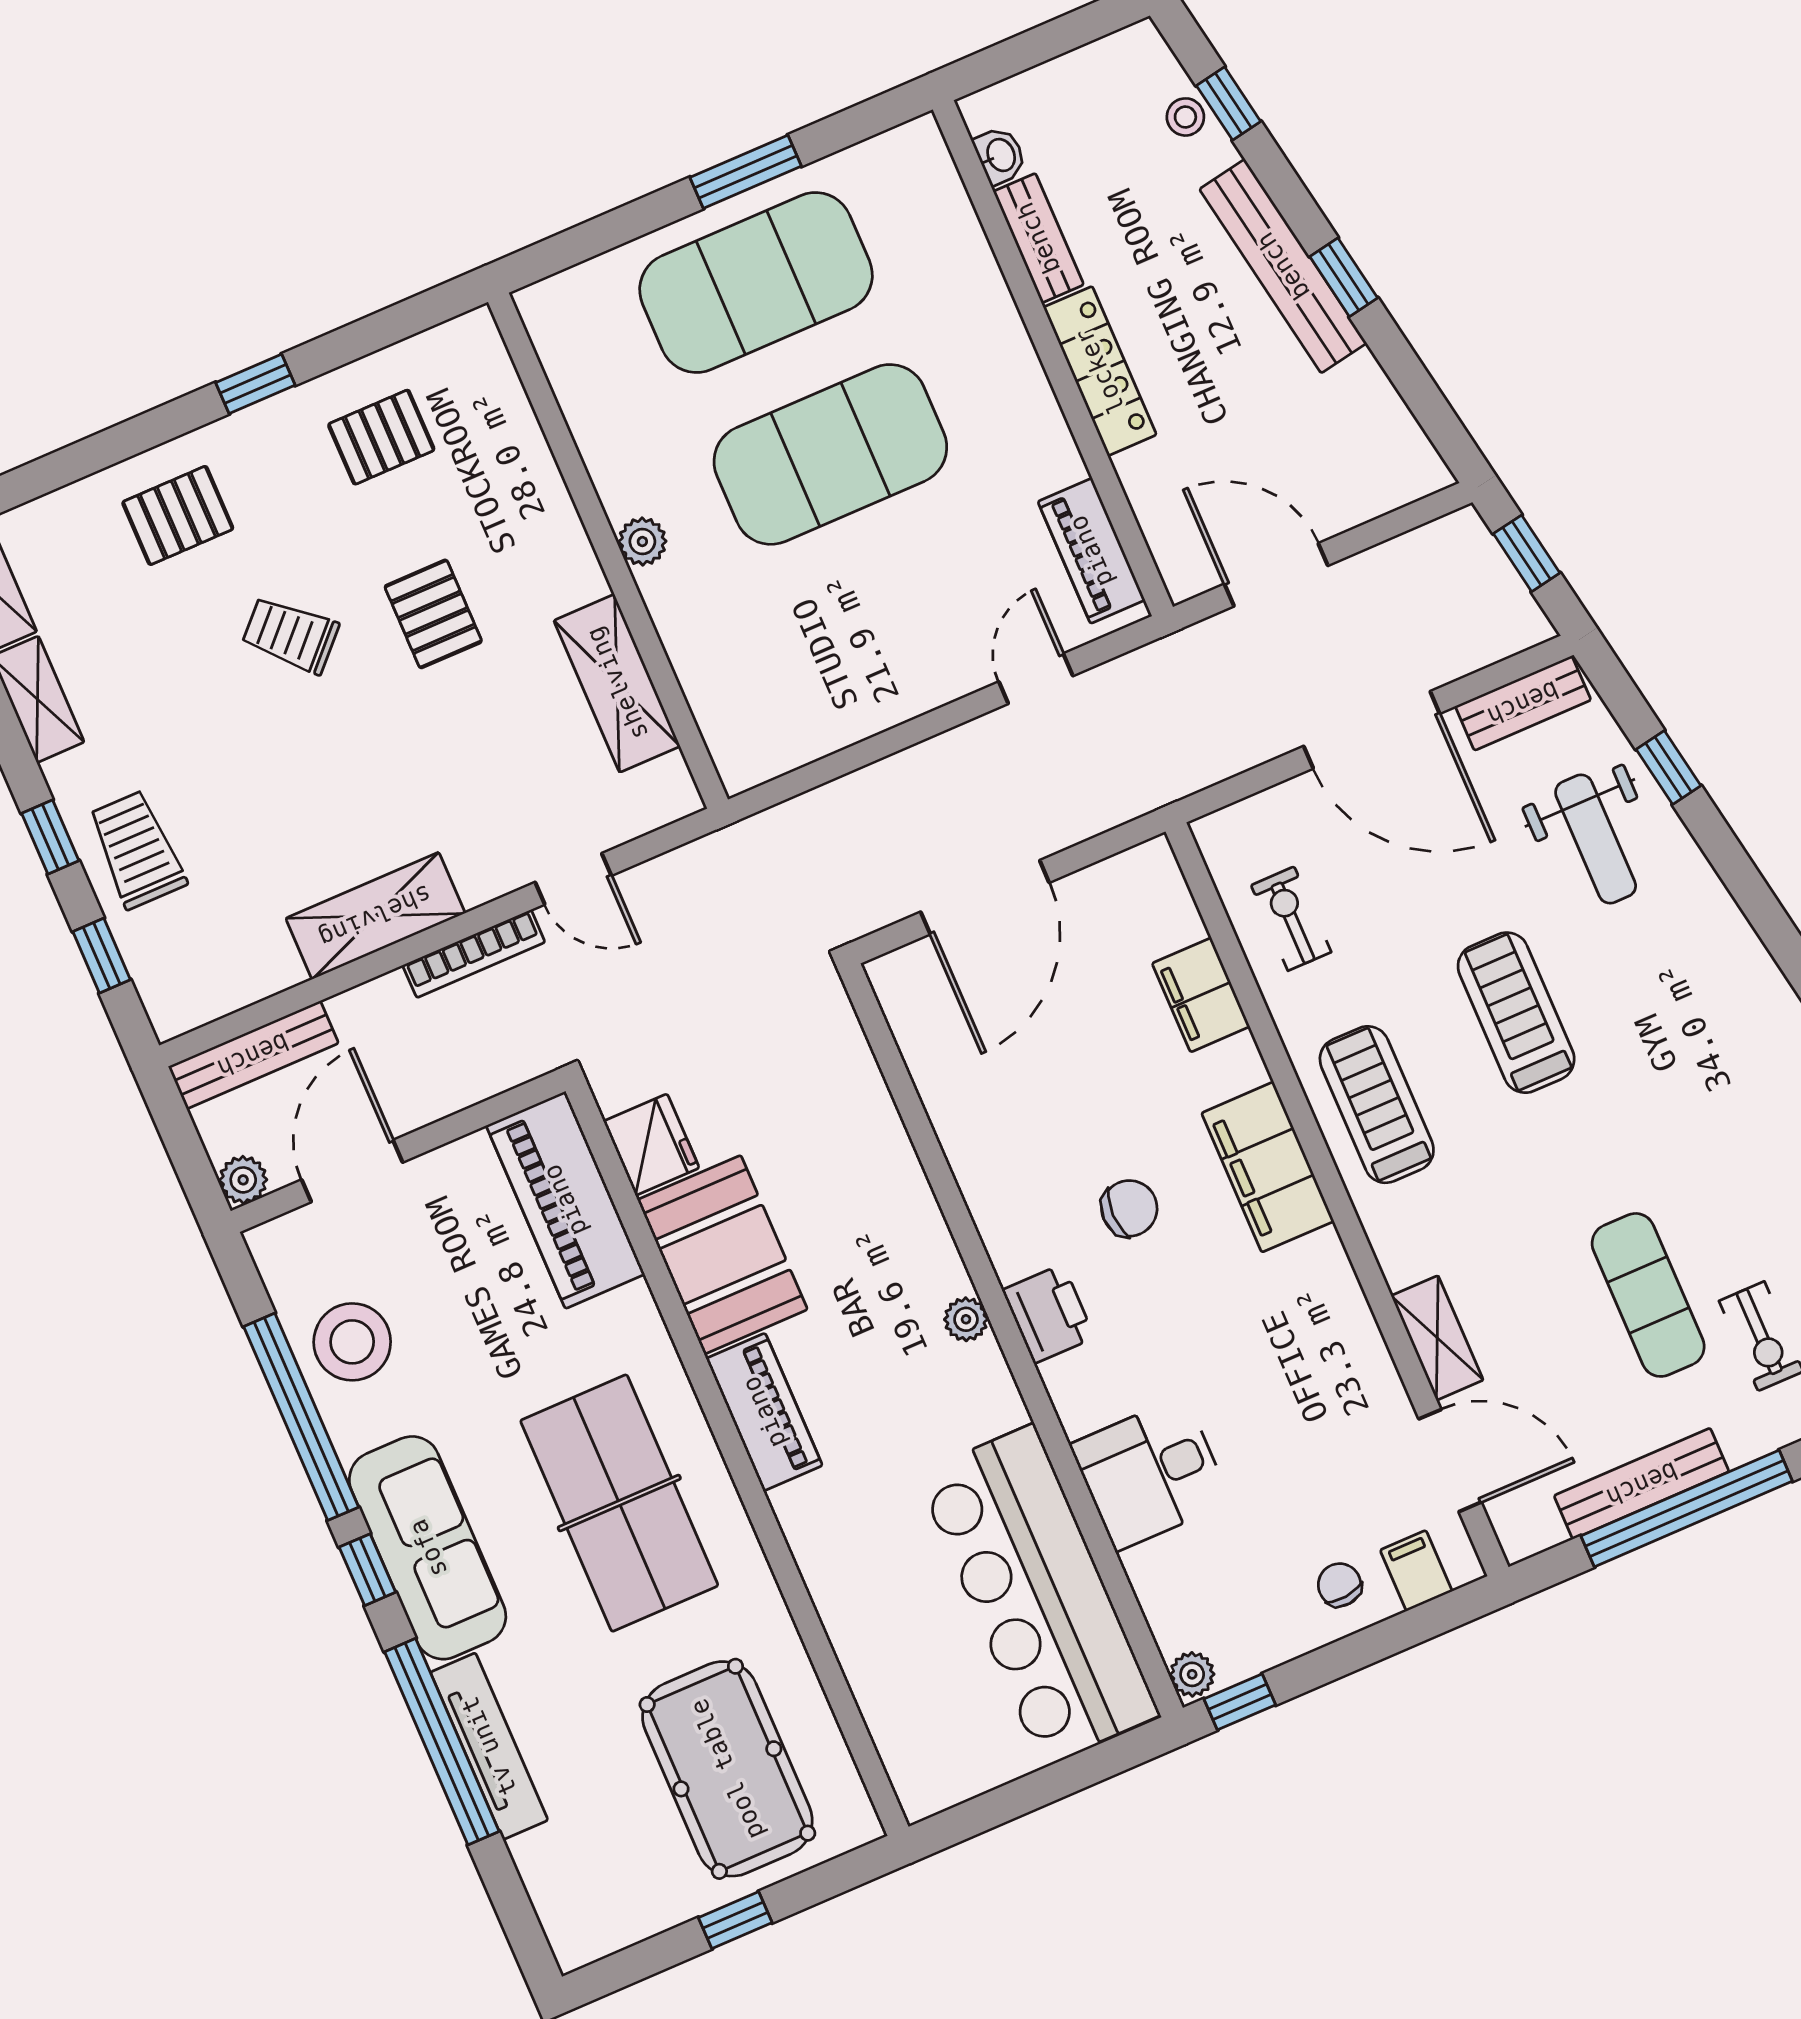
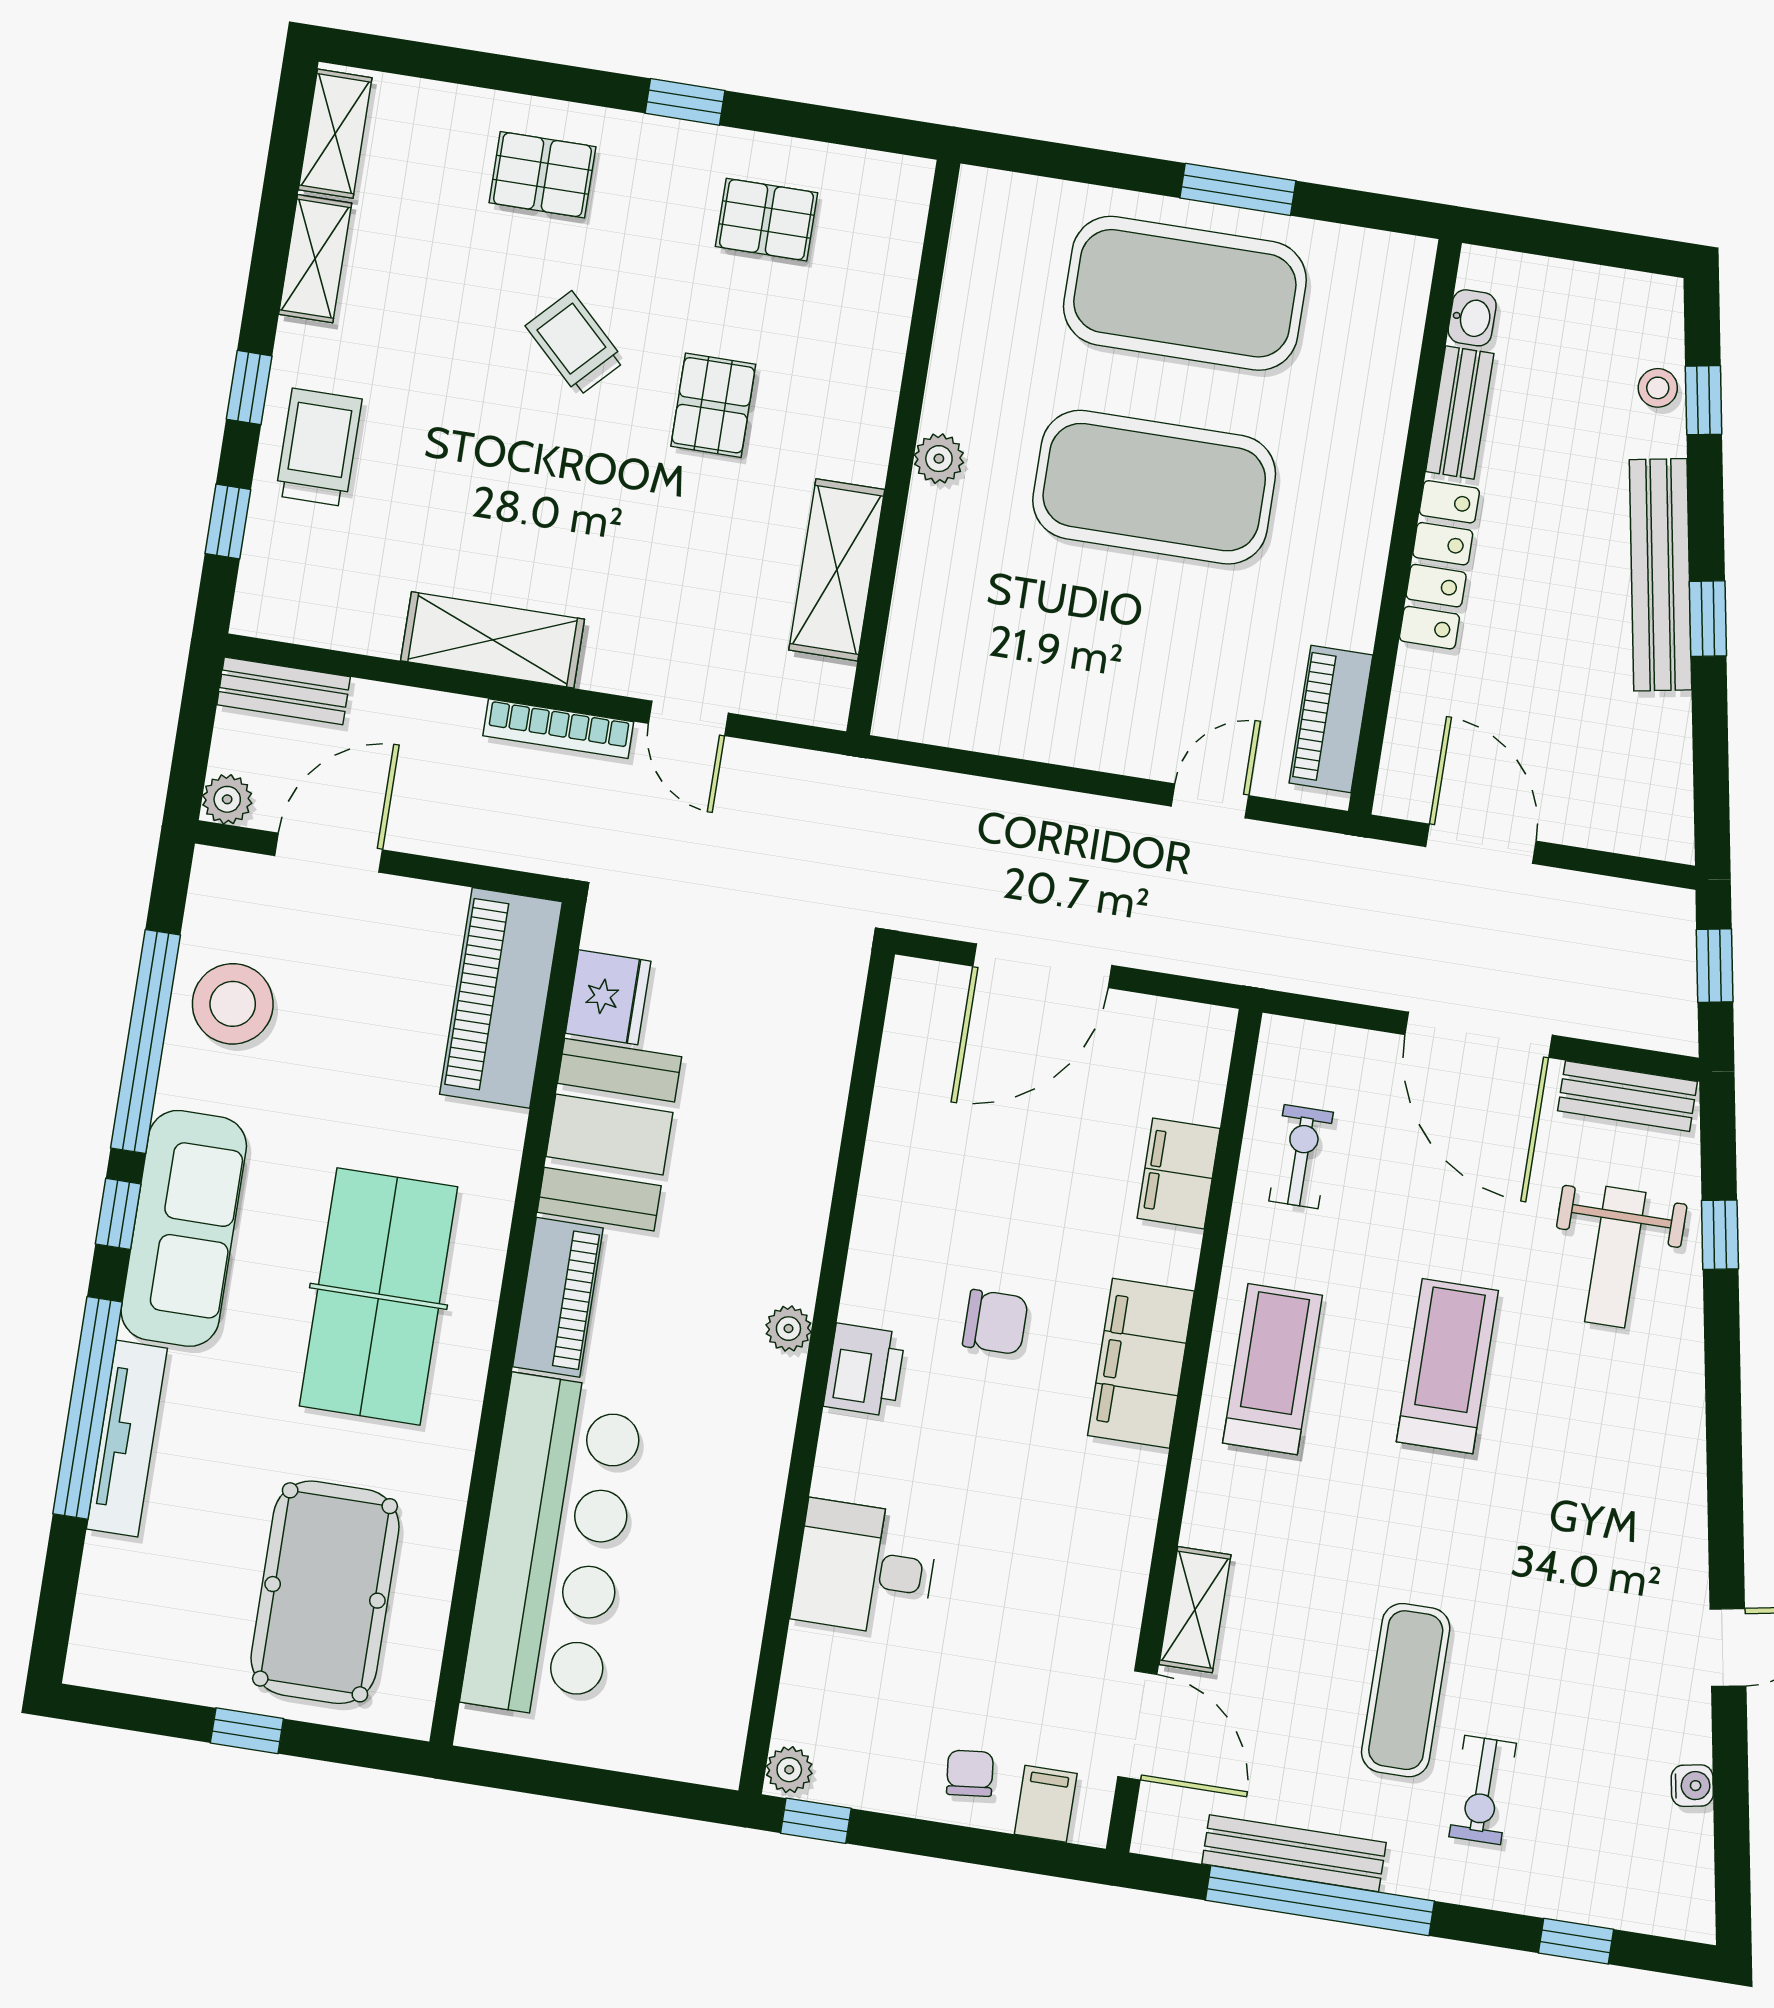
bench: (253, 1055) -> (284, 691), width x0.73
bar counter: (1038, 1595) -> (553, 1548), moved, turned 180

